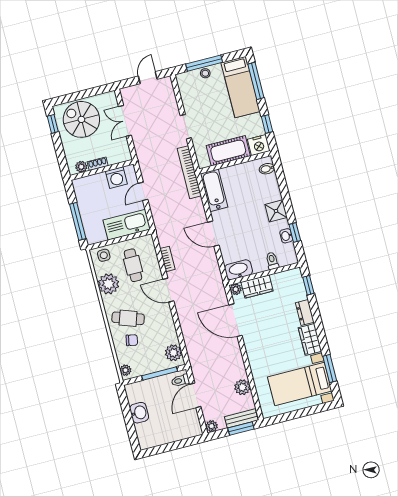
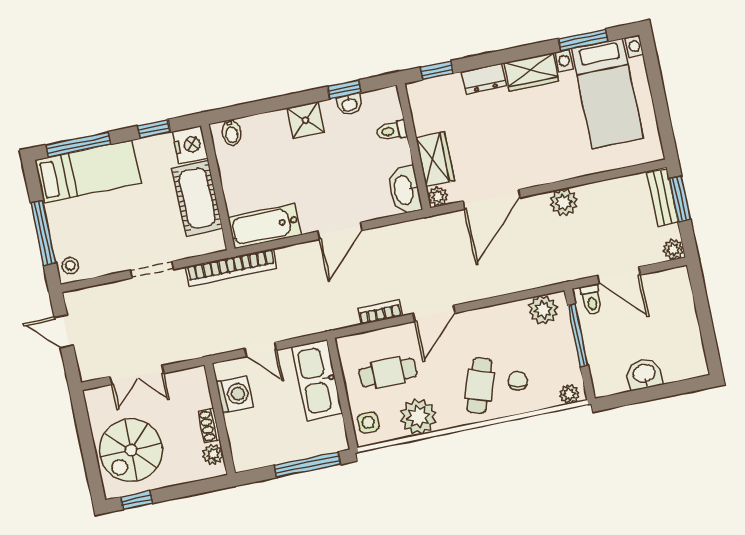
stool: (205, 73) -> (70, 266), moved
plant: (242, 387) -> (564, 202), moved

